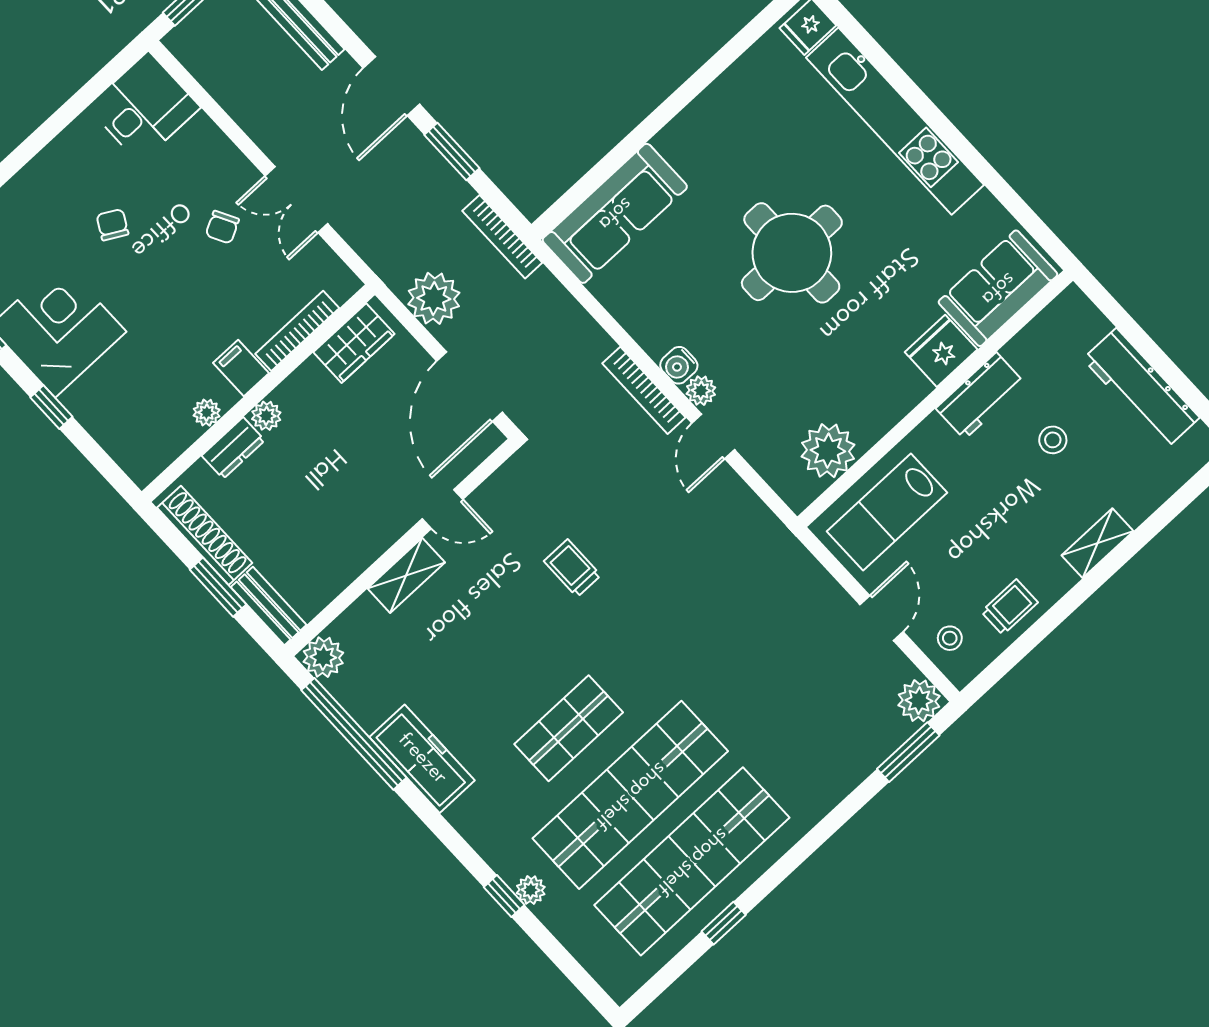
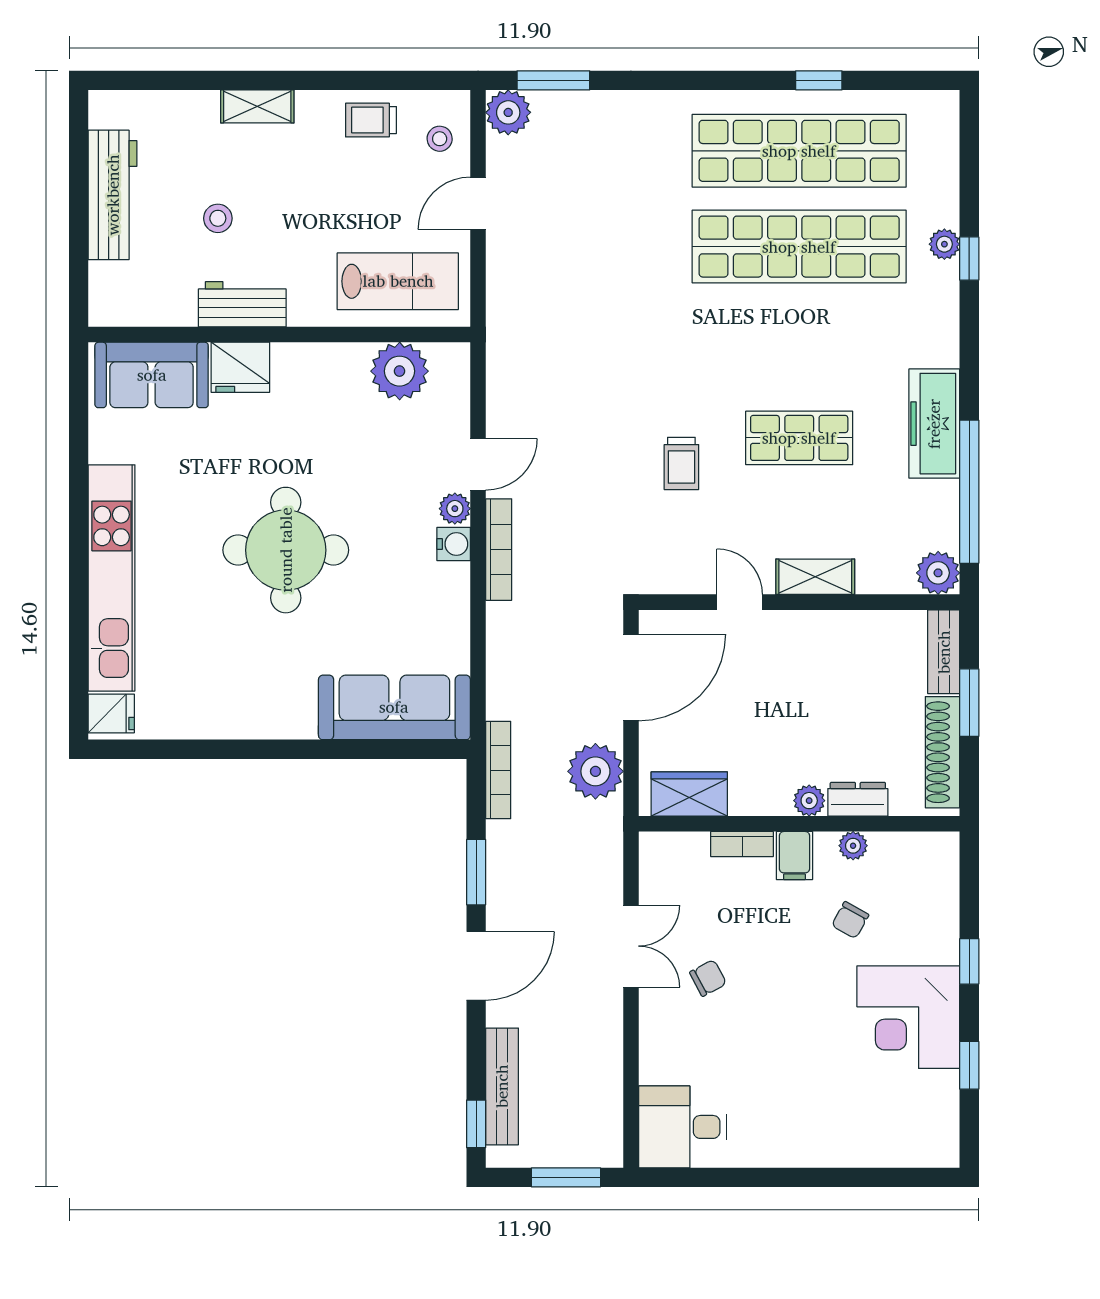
chair: (112, 225) -> (850, 920), moved
bookcase: (297, 331) -> (742, 844), width x0.64
shop shelf: (569, 728) -> (799, 438), moved

